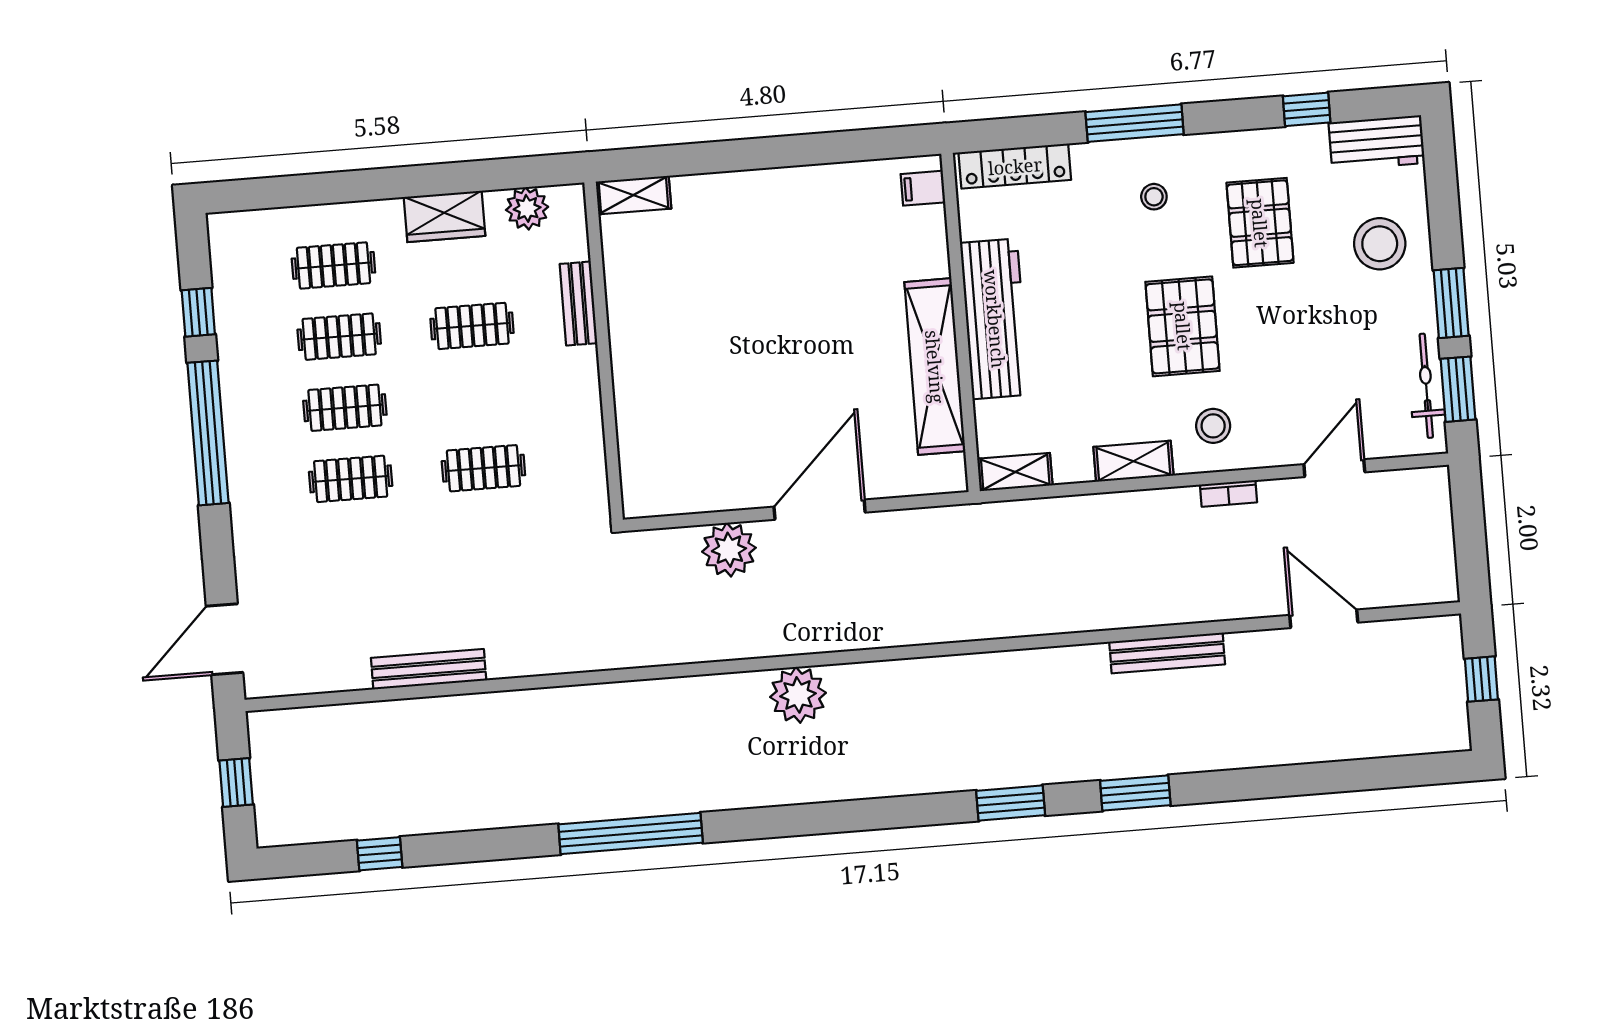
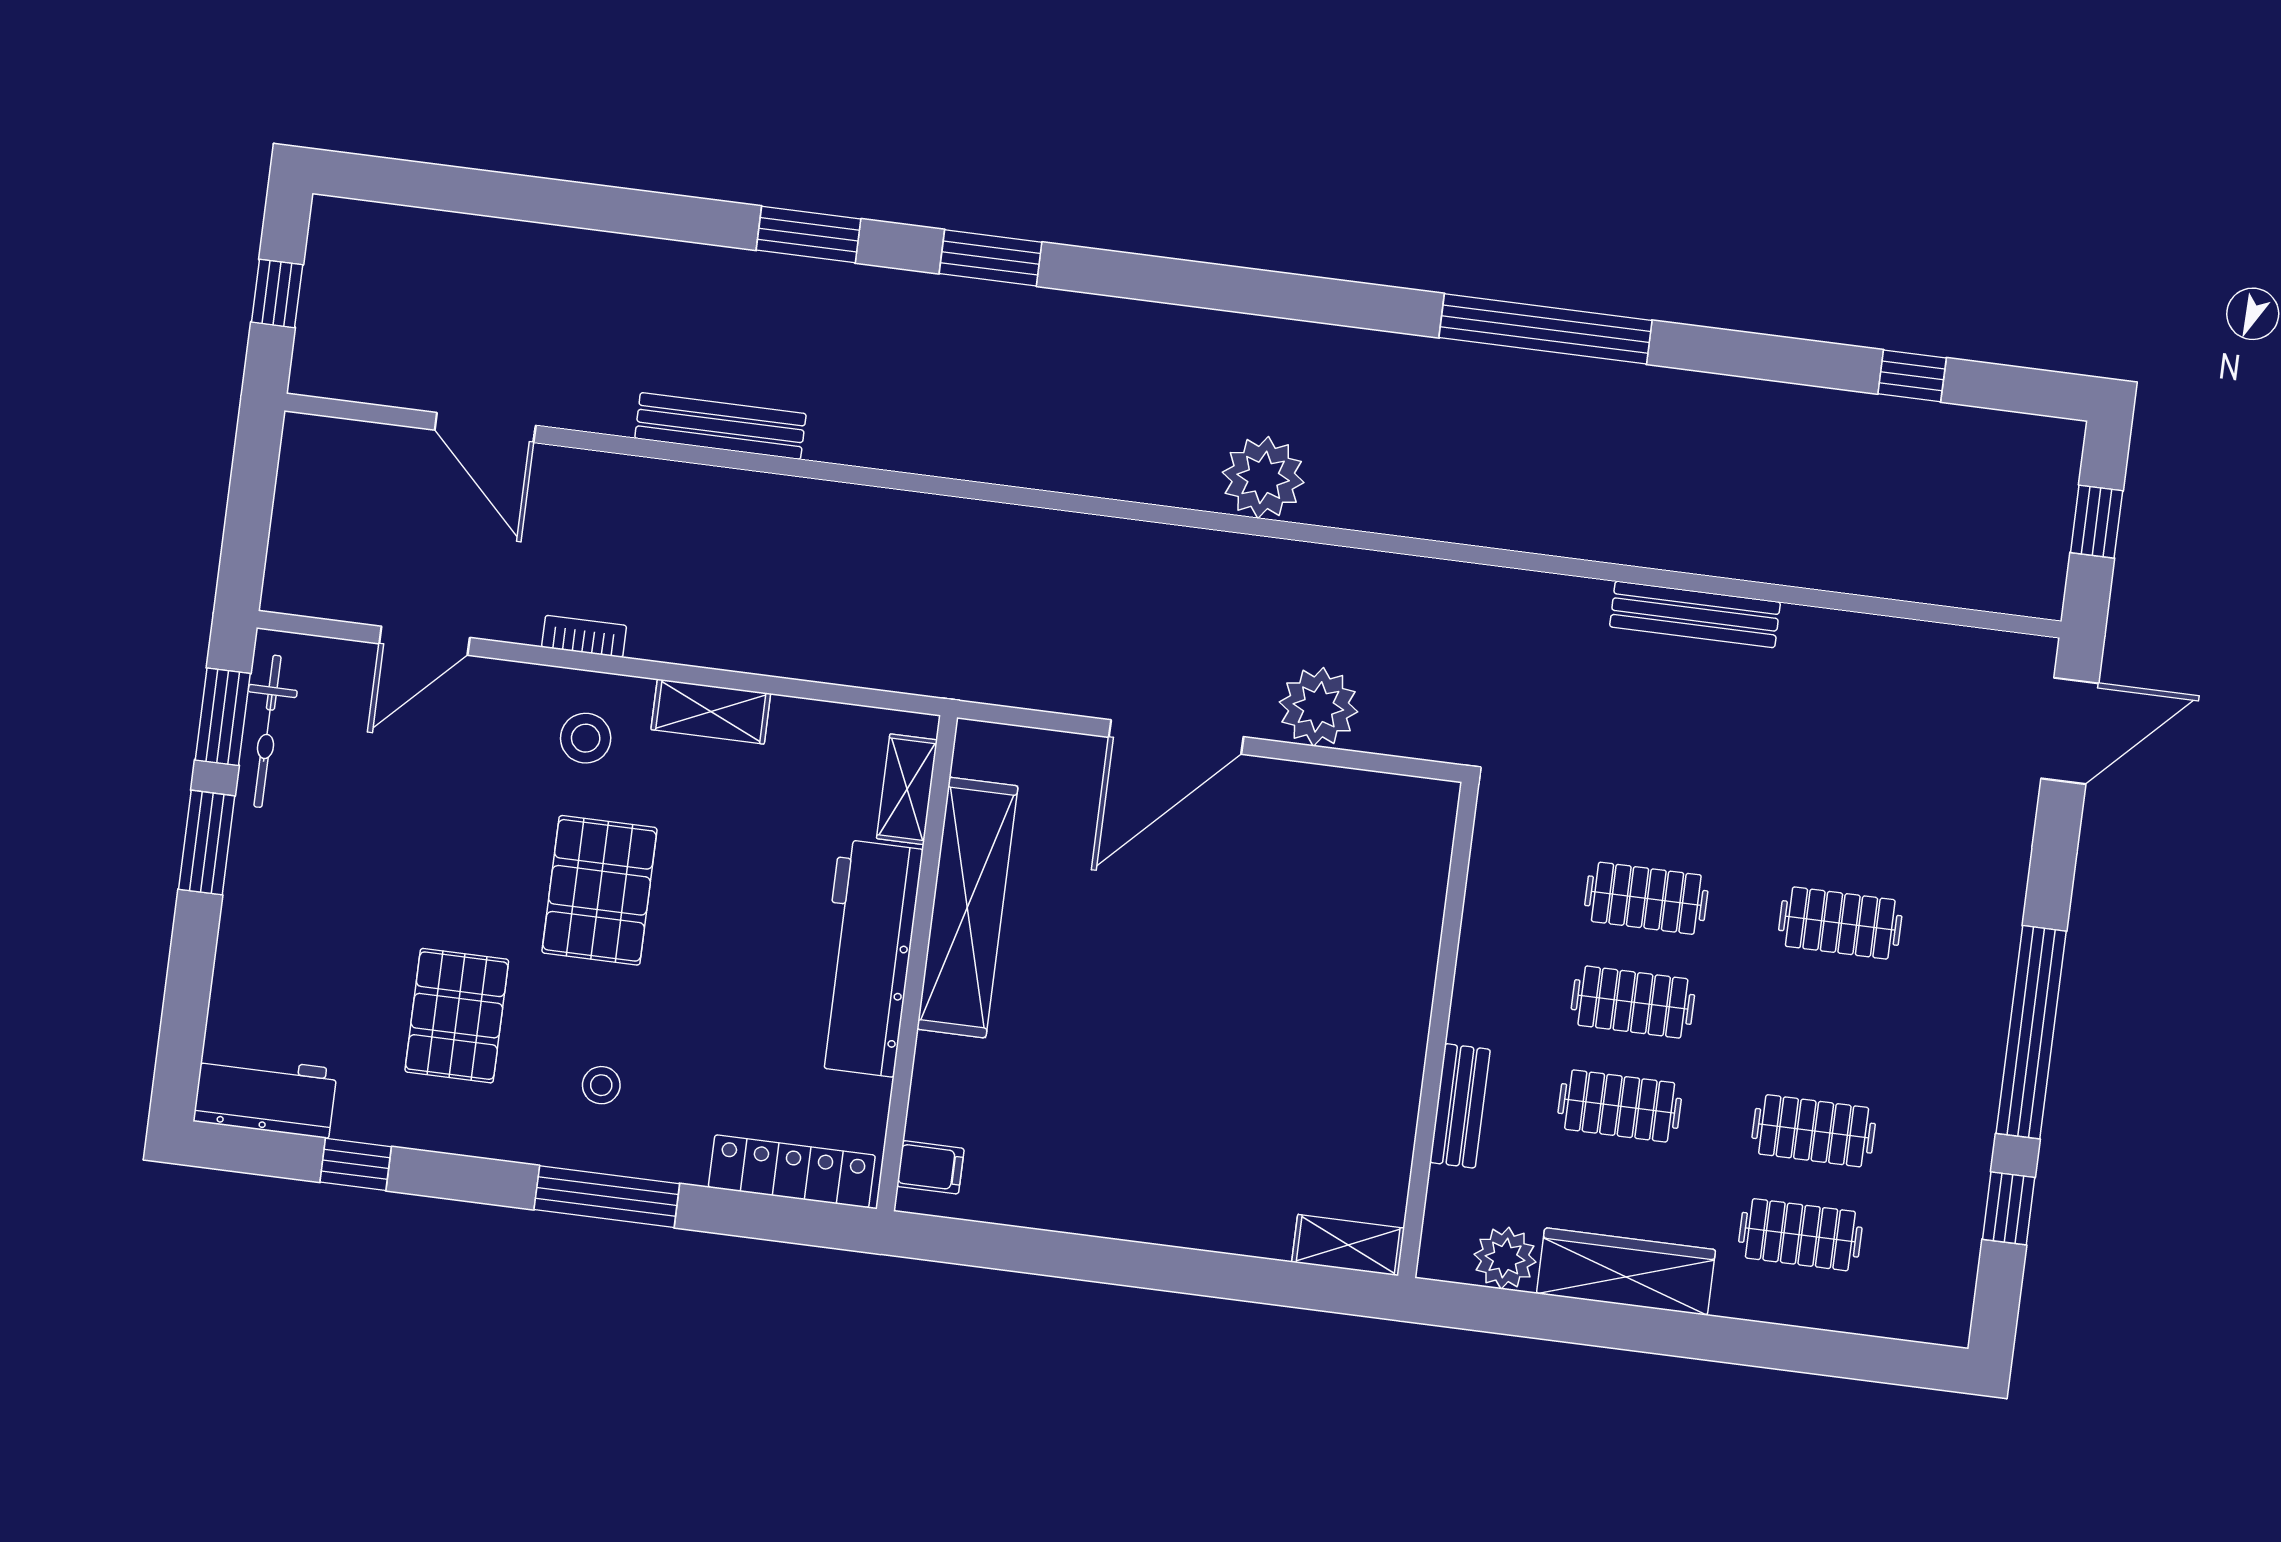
wardrobe: (444, 216) -> (1626, 1272), width x1.50
stool: (1380, 244) -> (291, 949), removed
clothes rail: (345, 408) -> (1633, 1002), moved
shelving: (1015, 472) -> (907, 789), moved, turned 90
bench: (429, 669) -> (1695, 614), moved

